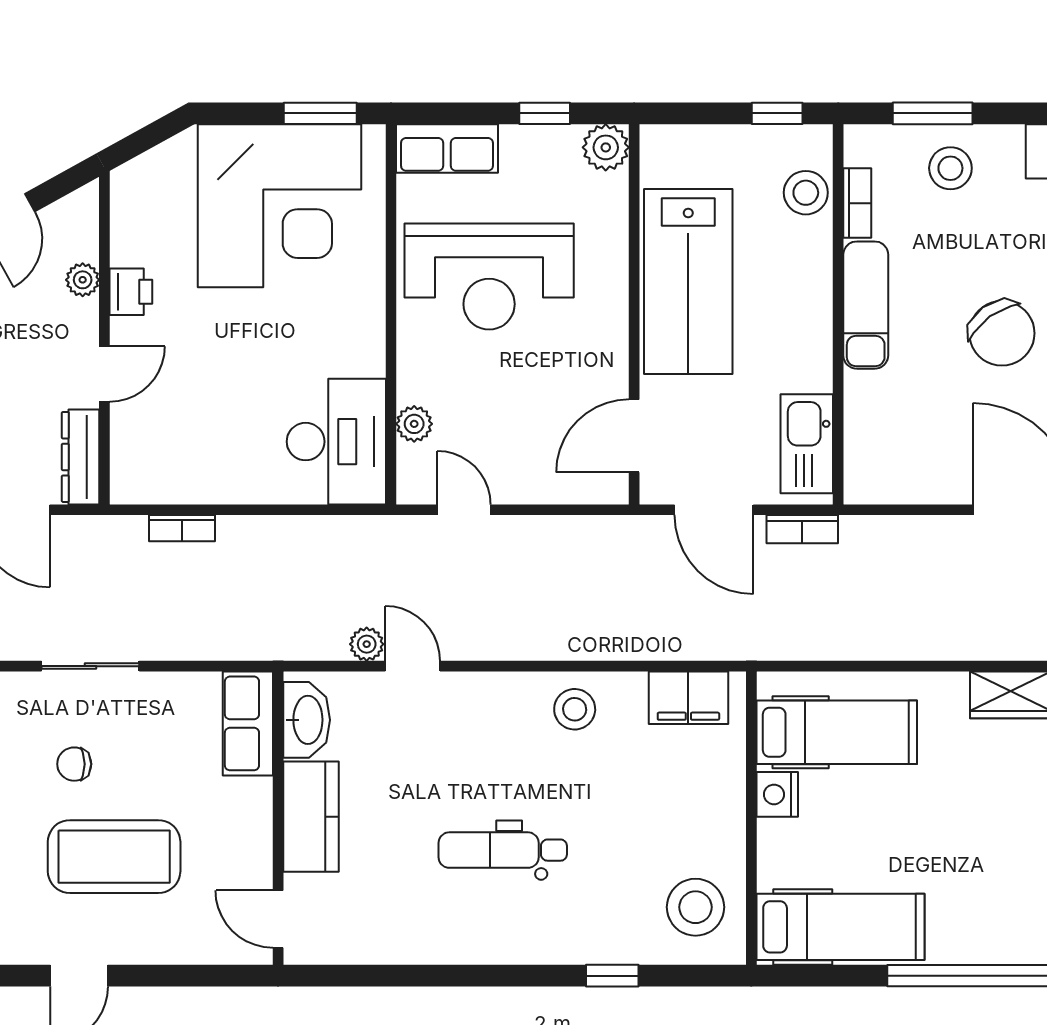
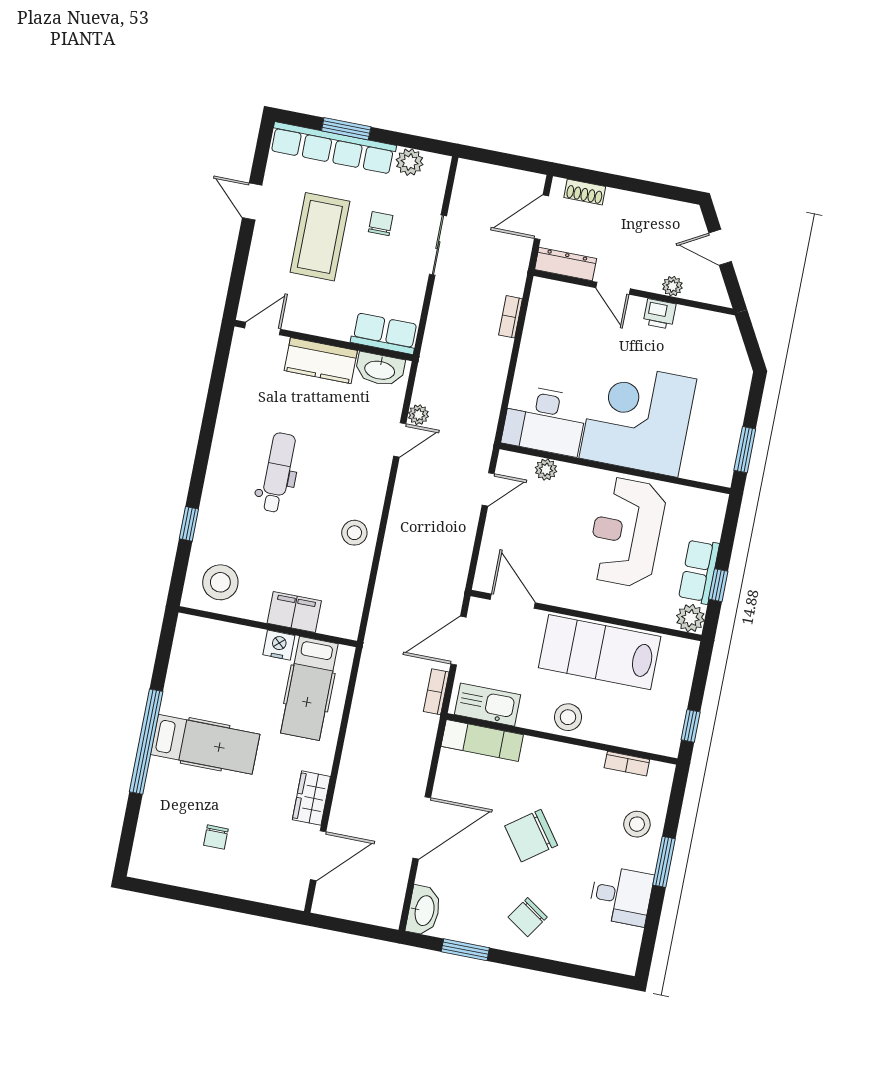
window: (933, 113) -> (664, 862), moved
row of seats: (447, 149) -> (699, 571), moved
stool: (806, 193) -> (568, 717), moved
corner desk: (280, 206) -> (638, 419), moved, turned 90
exam couch: (866, 305) -> (482, 741), moved
filing cabinet: (688, 698) -> (294, 612), moved, turned 90
hospital bed: (840, 927) -> (205, 744), moved, turned -90

